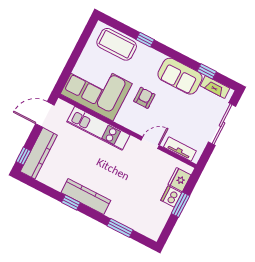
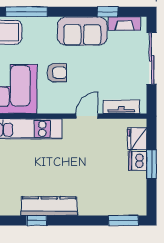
window: (145, 40) -> (27, 12), width x2.17
armchair: (144, 98) -> (57, 73), turned 90
window: (120, 228) -> (123, 220), moved

